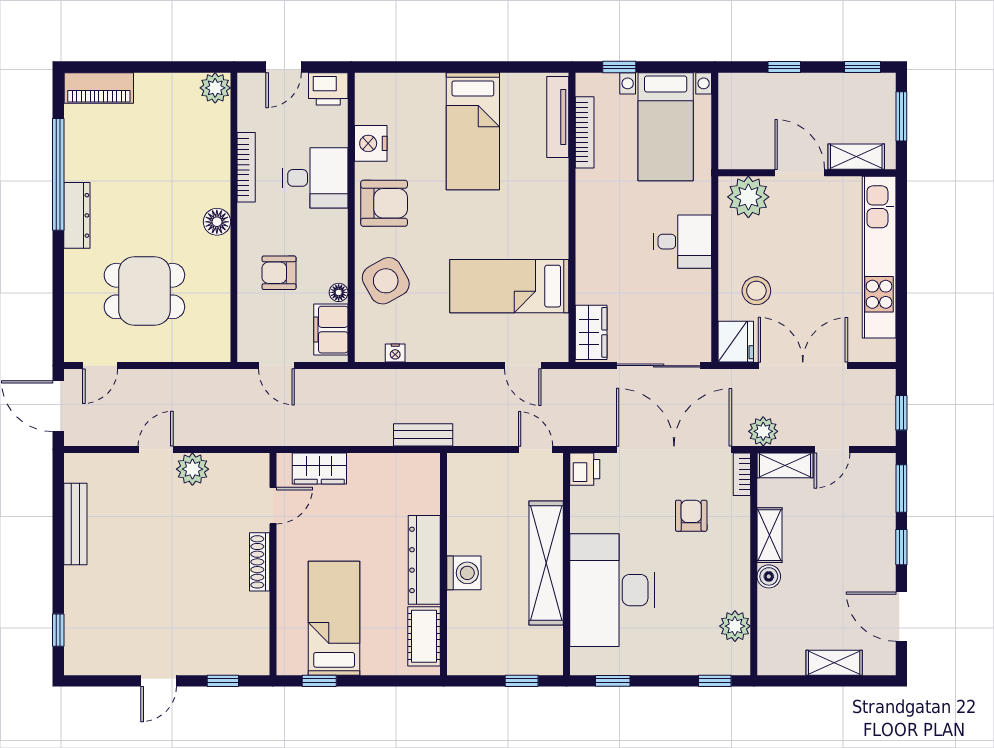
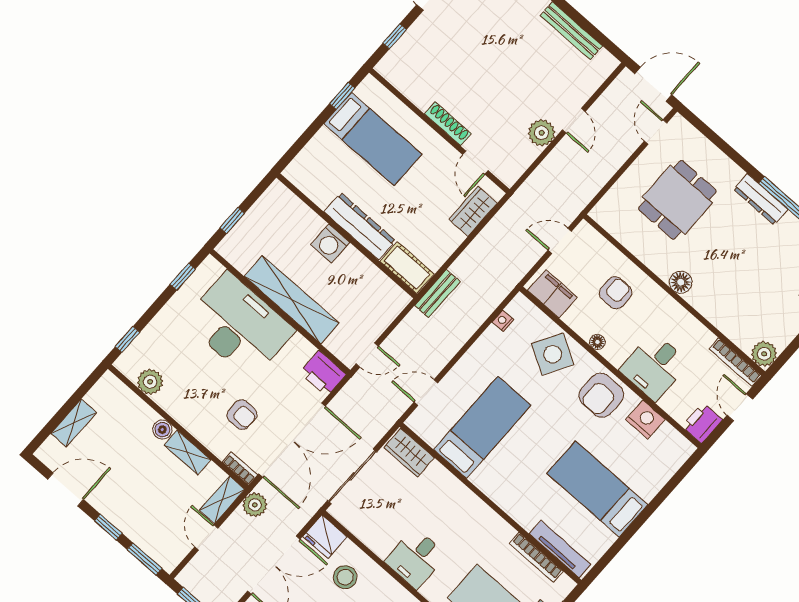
bookcase: (246, 167) -> (735, 362), moved
side table: (386, 281) -> (553, 354), turned -31
floor lamp: (339, 292) -> (597, 342), moved
printer: (585, 469) -> (323, 373), width x1.36, depth x1.24
cot: (424, 636) -> (407, 268), moved

